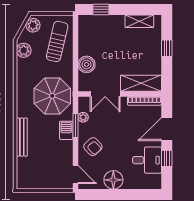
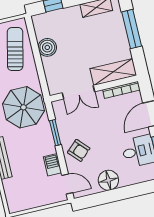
window: (167, 48) -> (132, 29), width x2.17
boiler: (87, 64) -> (47, 47), moved
plant: (83, 117) -> (61, 122), removed
barbecue: (66, 130) -> (52, 165), moved

